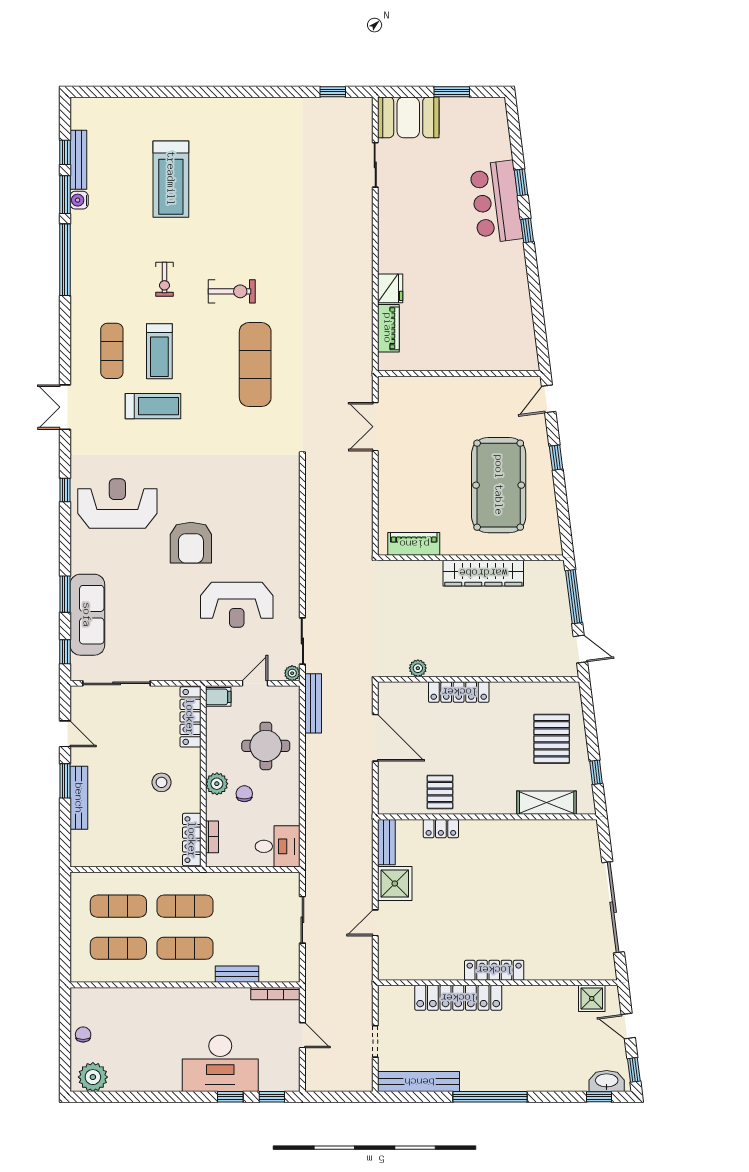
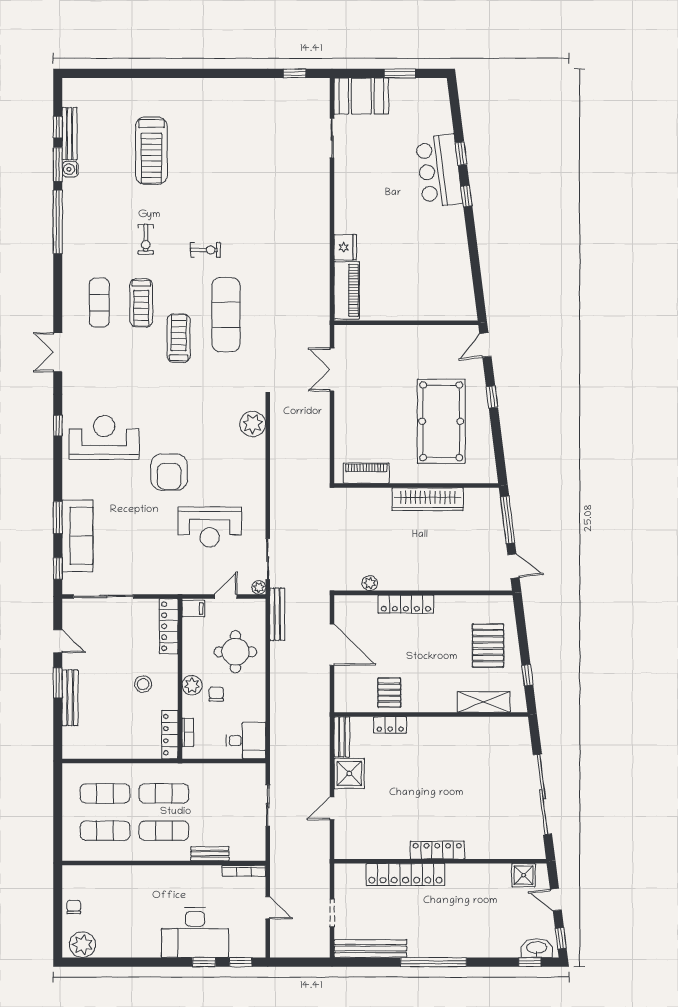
exercise bike: (232, 291) -> (205, 250), width x0.73, depth x0.72
piano: (388, 328) -> (347, 290), width x1.37, depth x1.33
treadmill: (153, 406) -> (179, 338), moved, turned -90
plant: (285, 488) -> (253, 424), added

